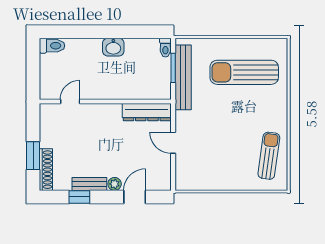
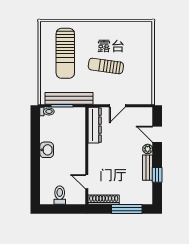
toilet: (52, 46) -> (60, 195), moved
window: (33, 156) -> (127, 209), width x1.44
sun lounger: (269, 156) -> (106, 66), moved
shoe rack: (46, 170) -> (104, 200), moved

